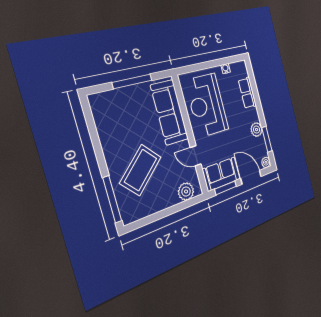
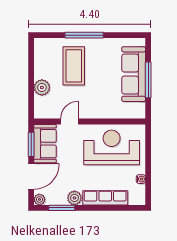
row of seats: (247, 93) -> (105, 198), width x1.48
sofa: (170, 112) -> (134, 74), moved, turned -90
coffee table: (141, 170) -> (74, 66), turned 42
plant: (186, 192) -> (42, 87), moved
window: (112, 199) -> (84, 35), moved

